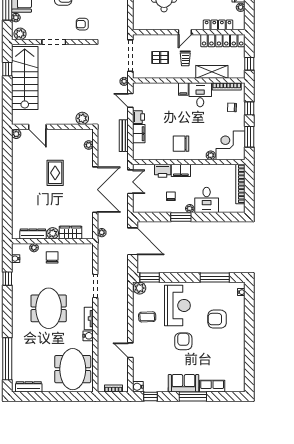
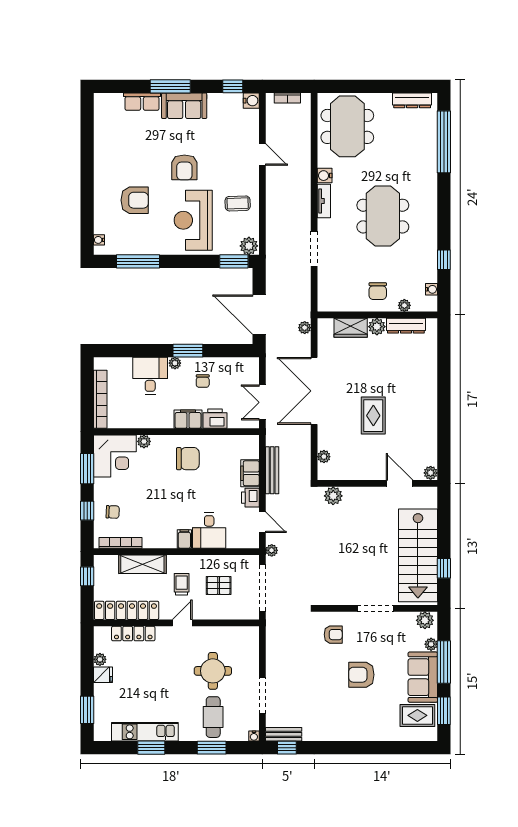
desk: (200, 95) -> (209, 531), moved

